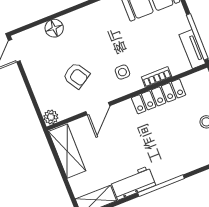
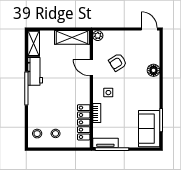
floor lamp: (54, 28) -> (154, 70), moved
locker: (159, 96) -> (84, 122), moved

